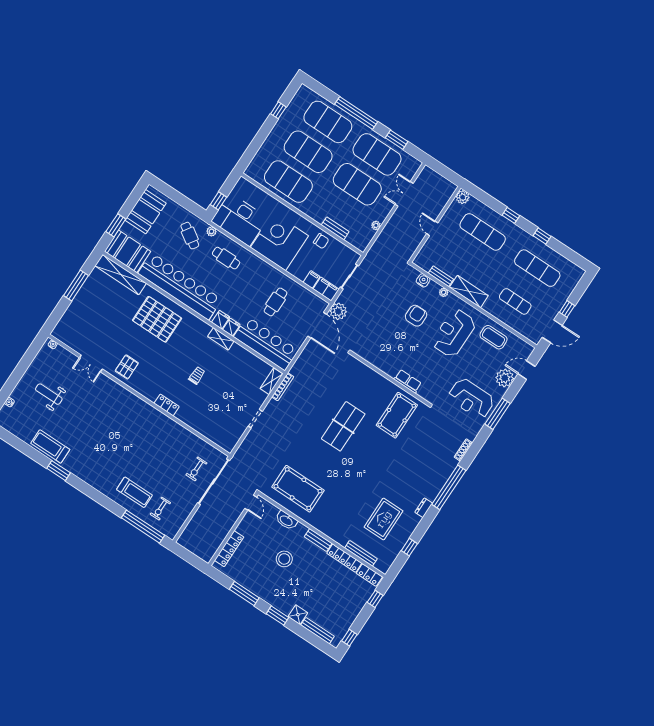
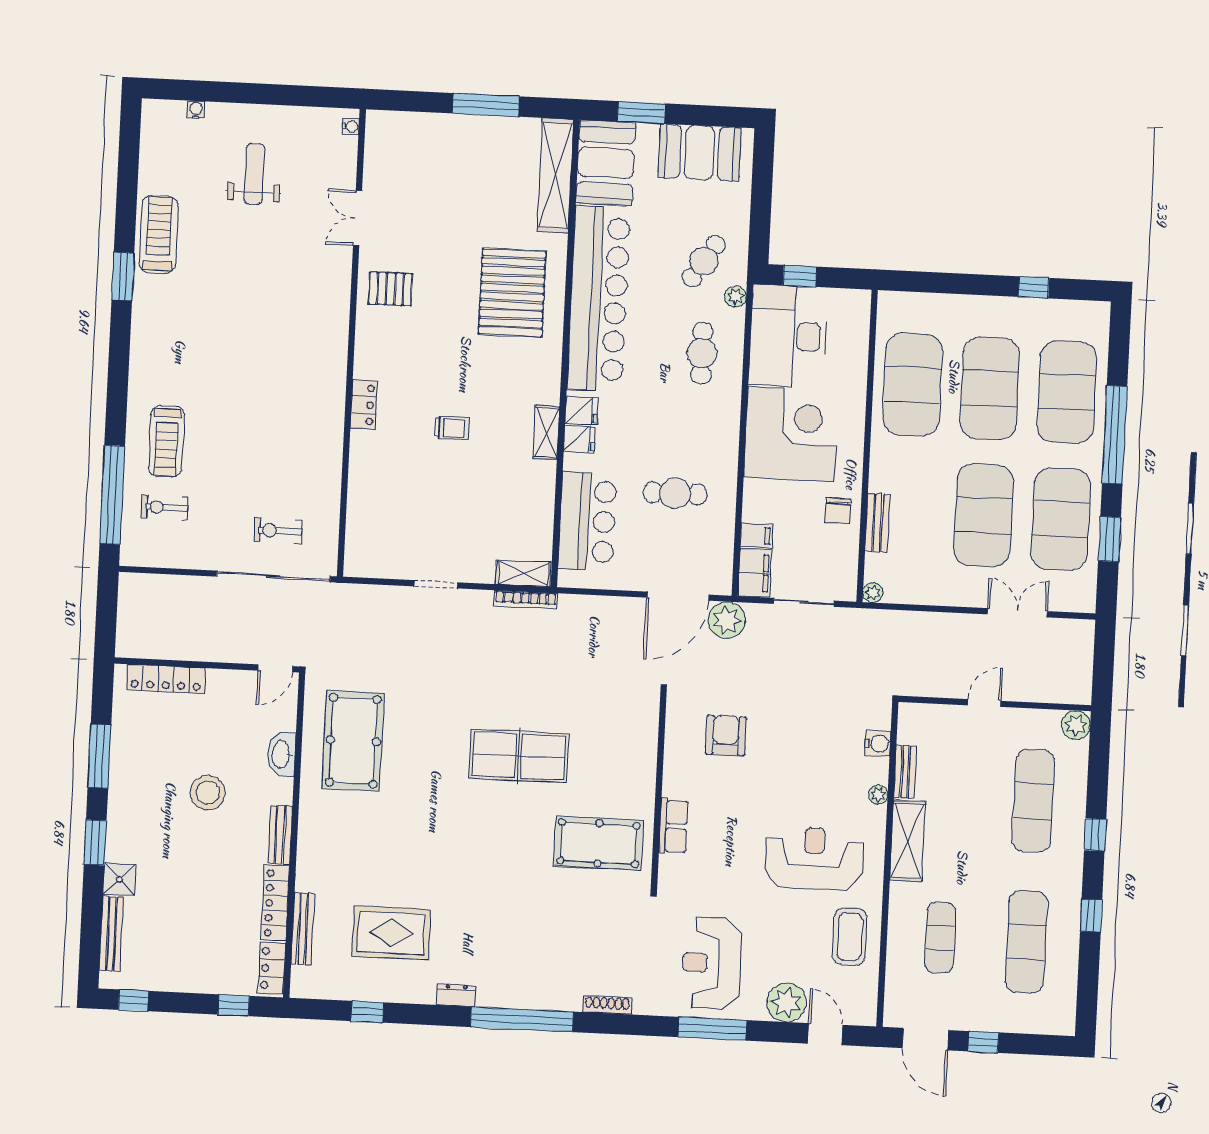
plant: (376, 225) -> (873, 593), moved
armchair: (416, 316) -> (726, 736), moved, turned -90
bar counter: (266, 343) -> (587, 521), width x0.73

